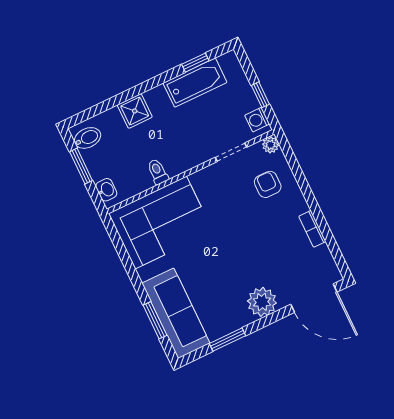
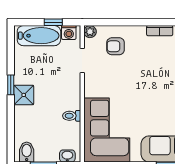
window: (195, 63) -> (11, 85), moved
bathtub: (195, 83) -> (39, 36), moved, turned 90
shower: (135, 111) -> (24, 95), moved

